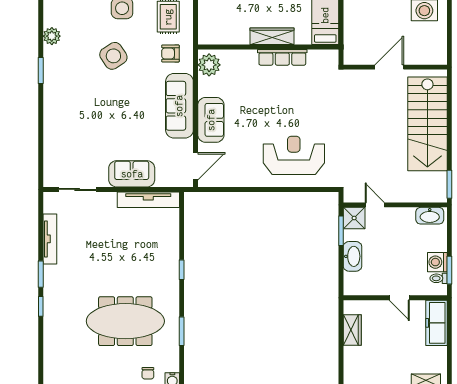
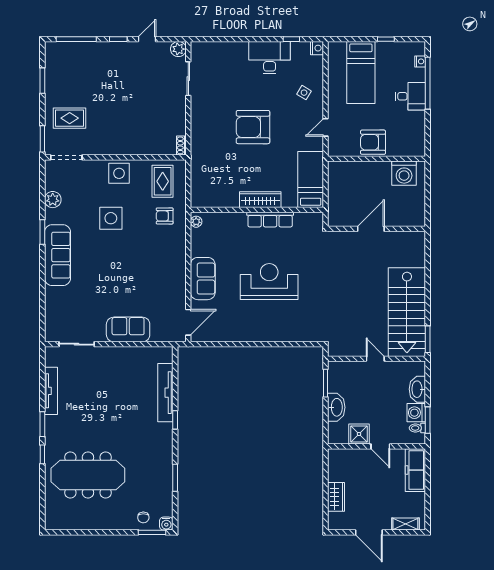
side table: (113, 56) -> (111, 218), turned 33
plant: (209, 65) -> (196, 222), width x0.53, depth x0.53
sofa: (179, 106) -> (57, 255), moved, turned 180
stairs: (427, 124) -> (407, 312), moved
reception desk: (294, 155) -> (269, 282), moved
tv unit: (148, 200) -> (165, 393), moved, turned 90
door: (375, 205) -> (375, 359), moved
washbasin: (430, 216) -> (417, 389), moved, turned 90
shower: (354, 218) -> (359, 434), moved
meeting table: (125, 321) -> (88, 475), moved
wardrobe: (352, 330) -> (336, 497), moved

